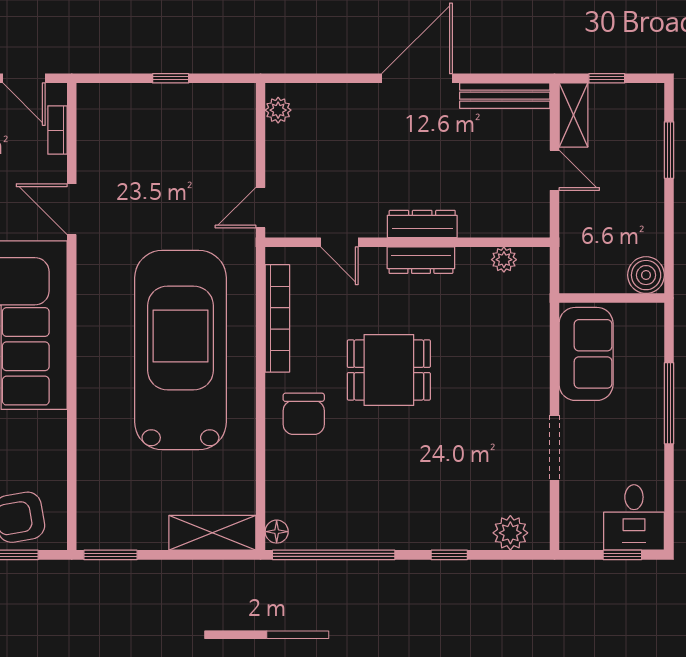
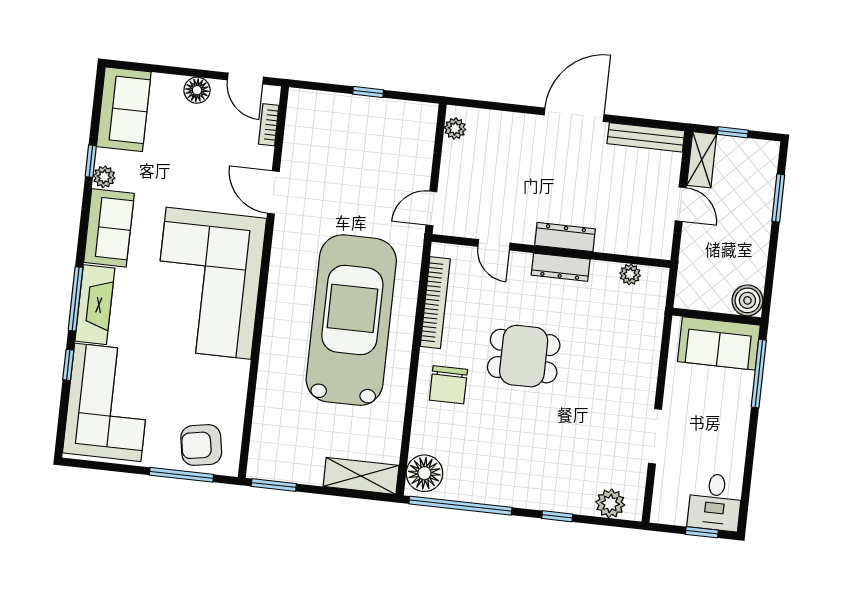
sofa: (586, 354) -> (719, 343), moved, turned 90
window: (669, 403) -> (759, 374), moved
floor lamp: (277, 532) -> (424, 473), width x1.89, depth x1.89

